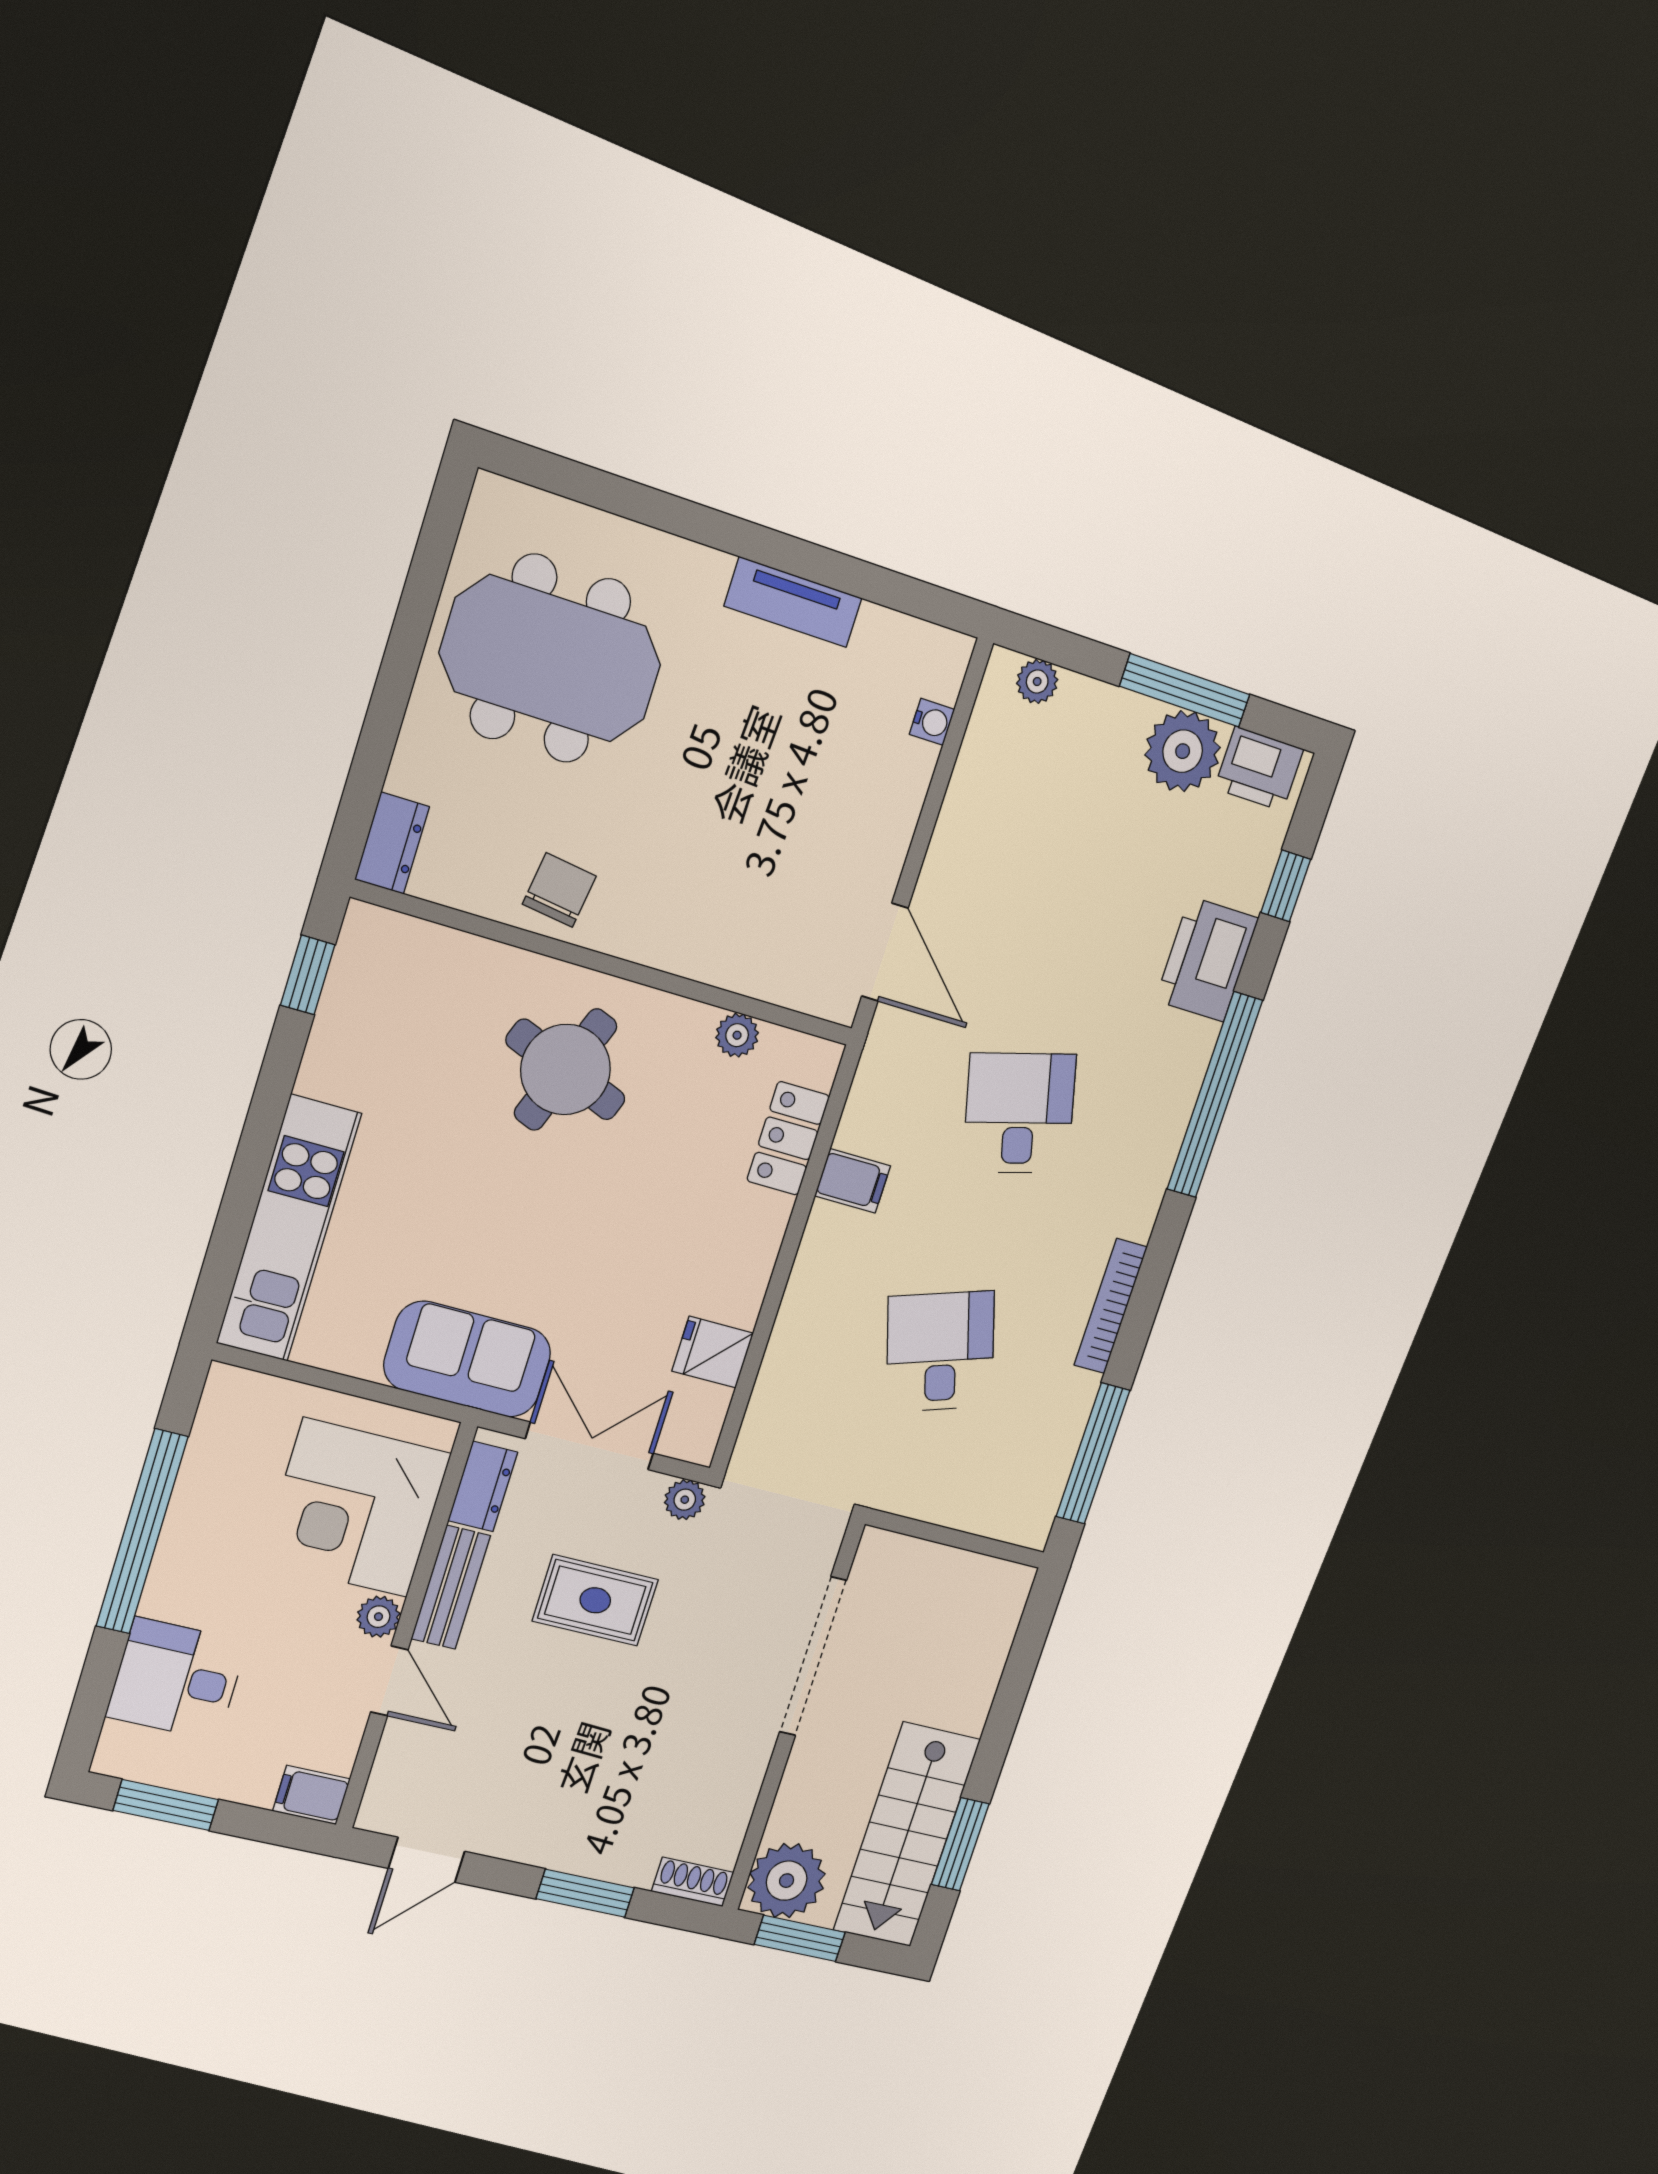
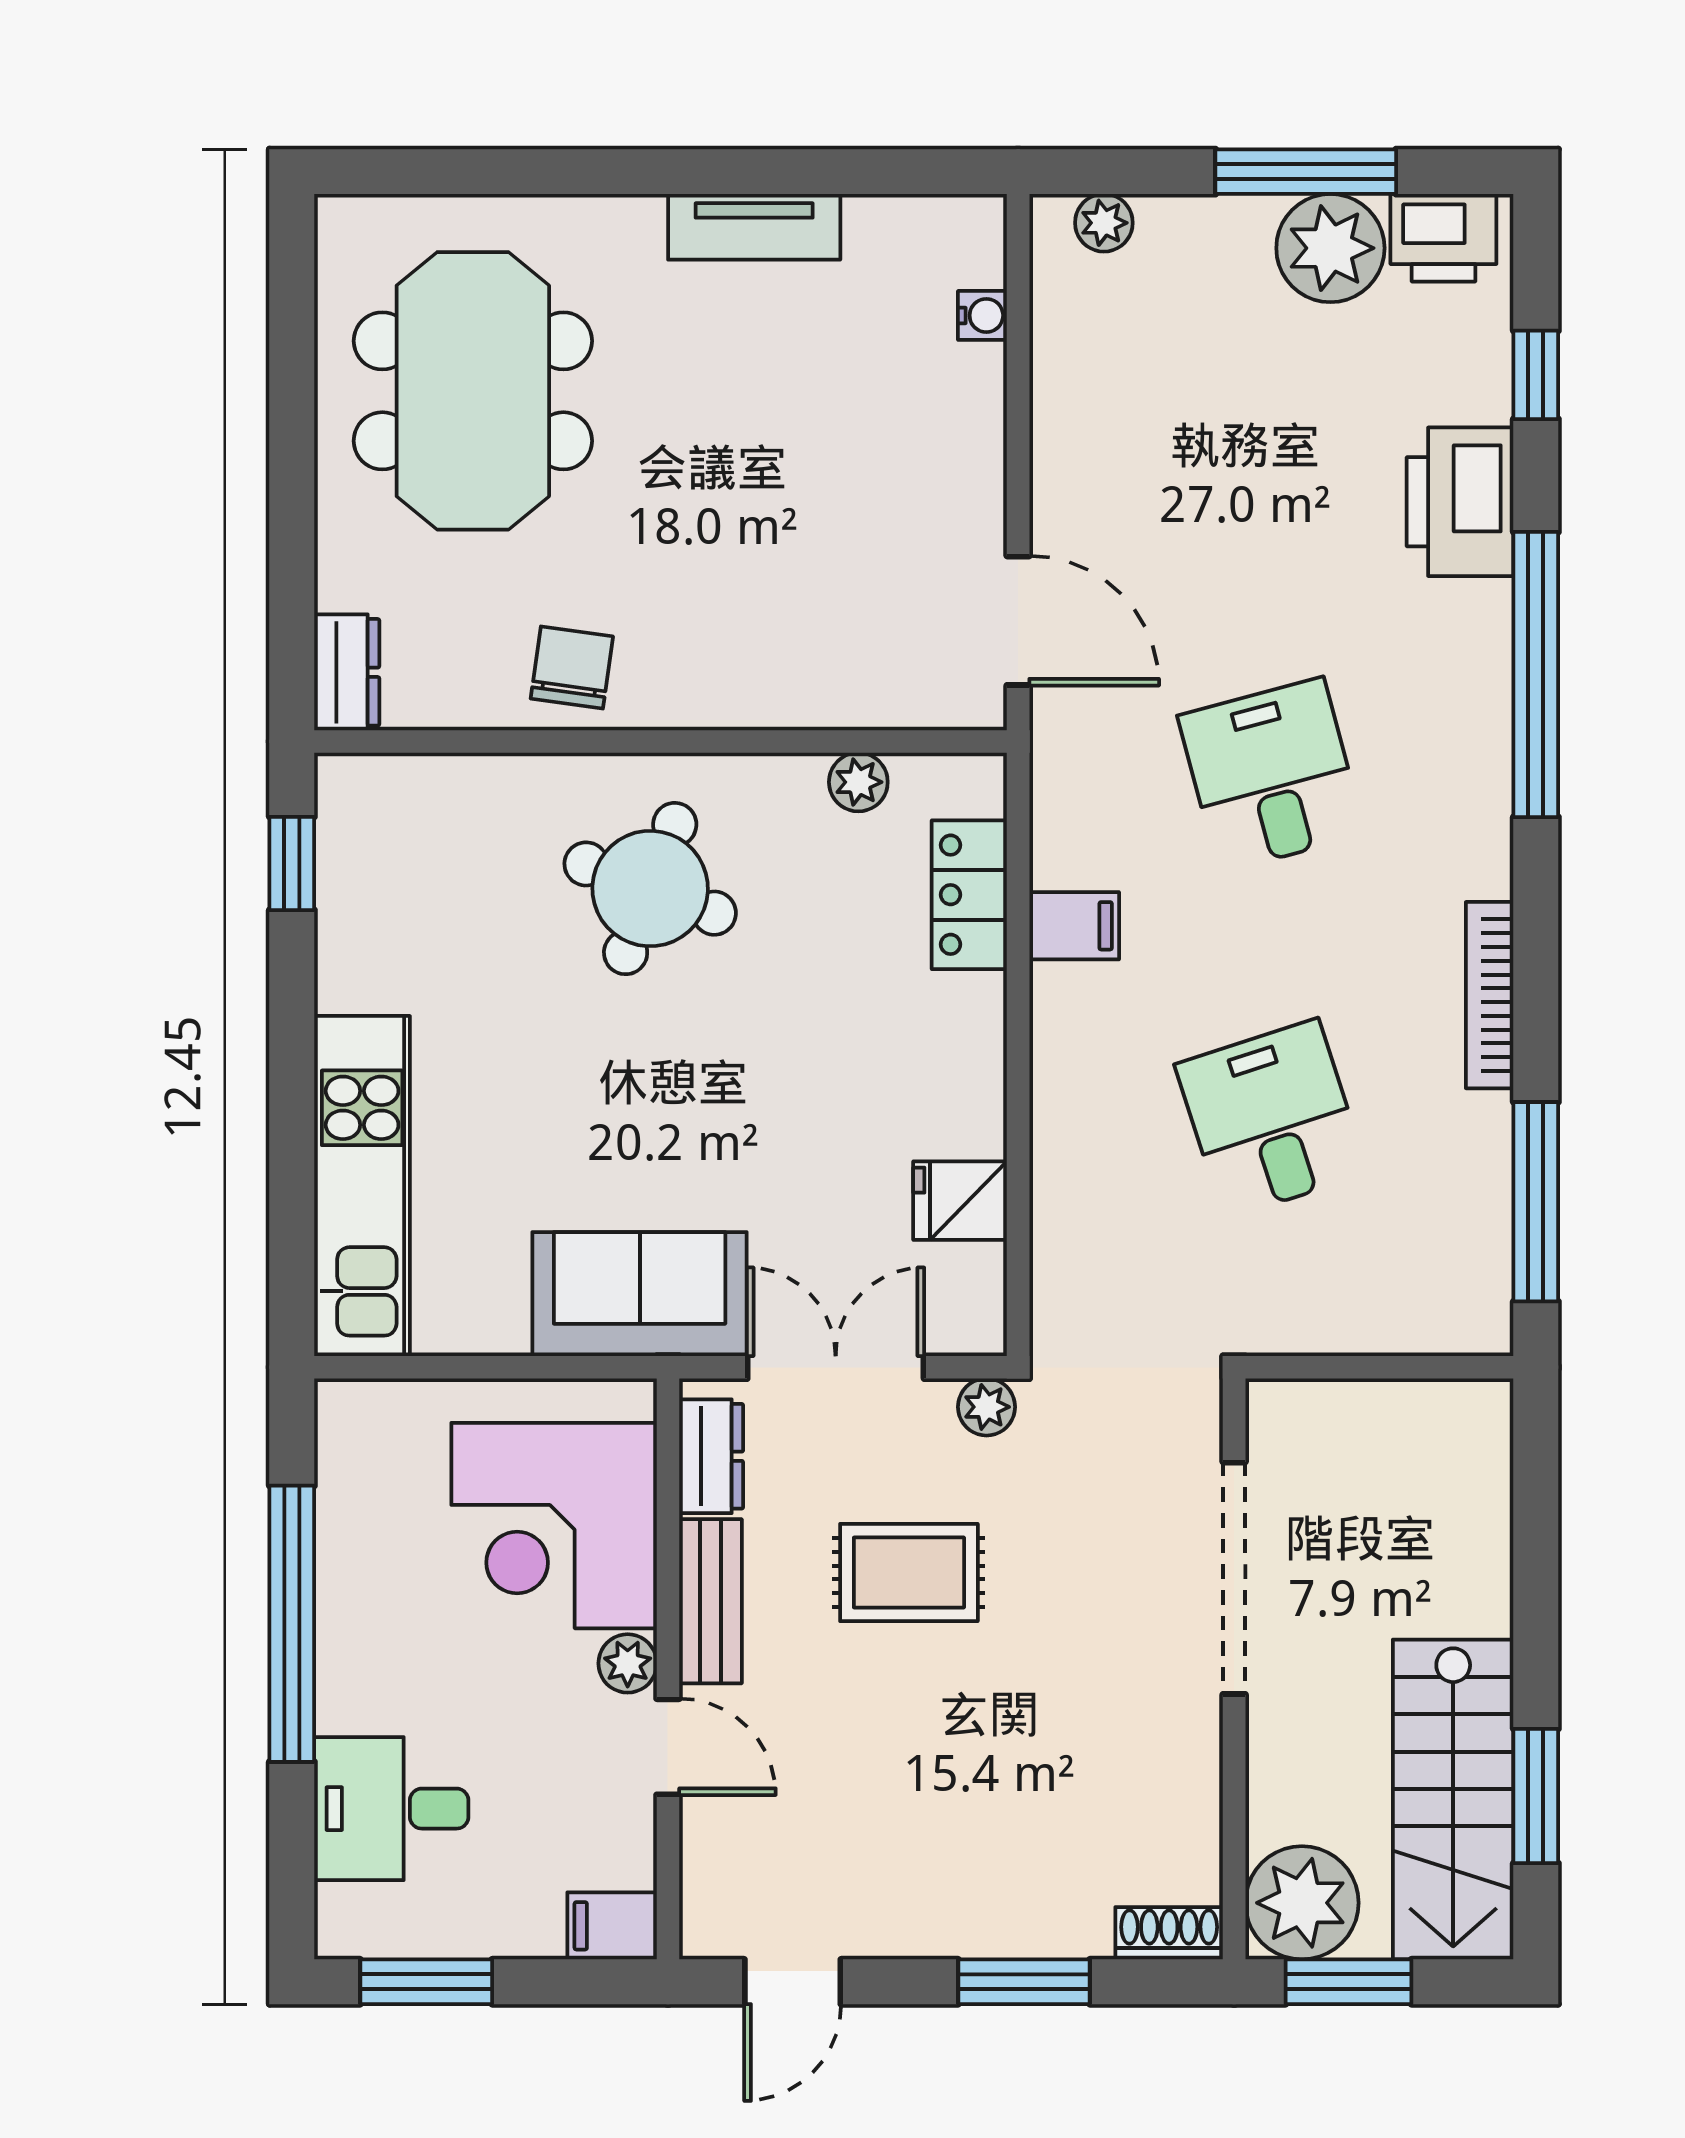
meeting table: (550, 659) -> (473, 391), turned 90

